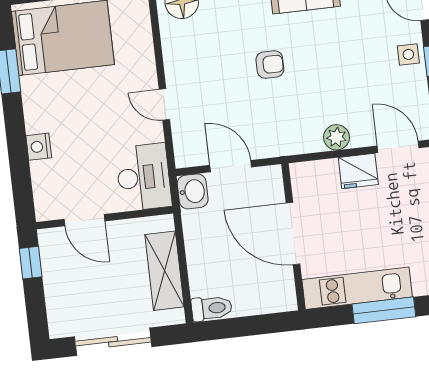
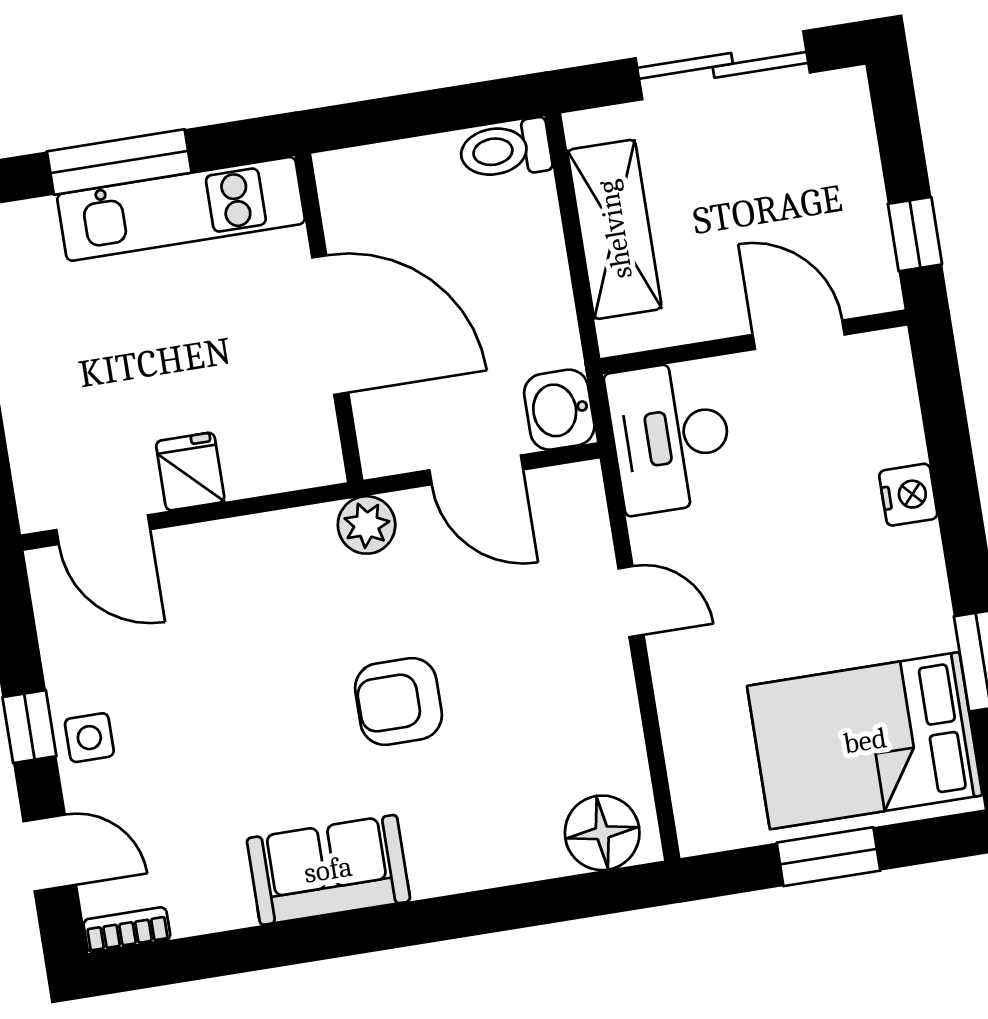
armchair: (270, 64) -> (398, 701), width x1.38, depth x1.38
plant: (336, 137) -> (367, 525), moved
fridge: (358, 171) -> (190, 472), width x0.72

